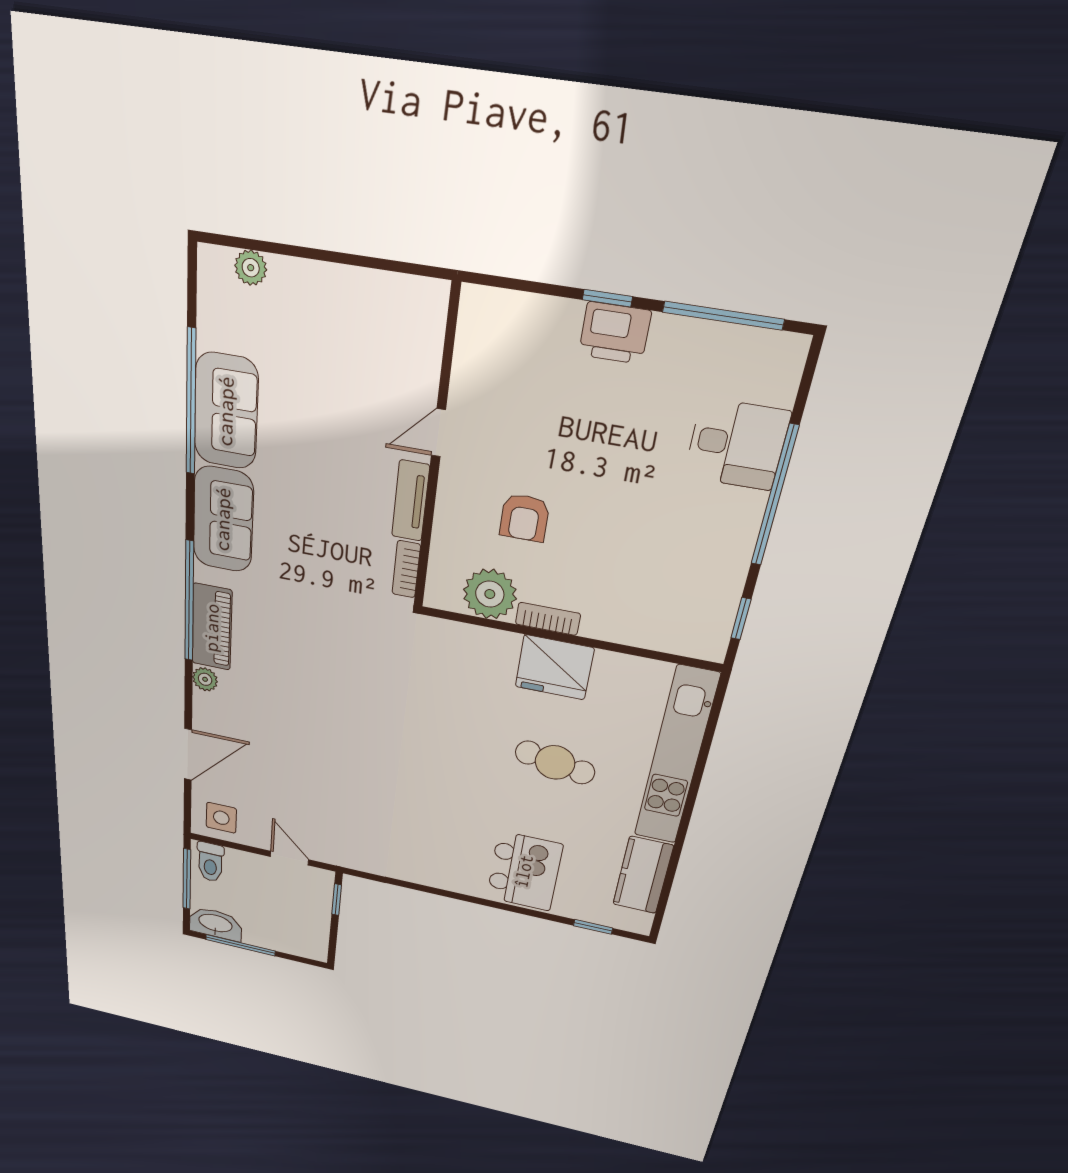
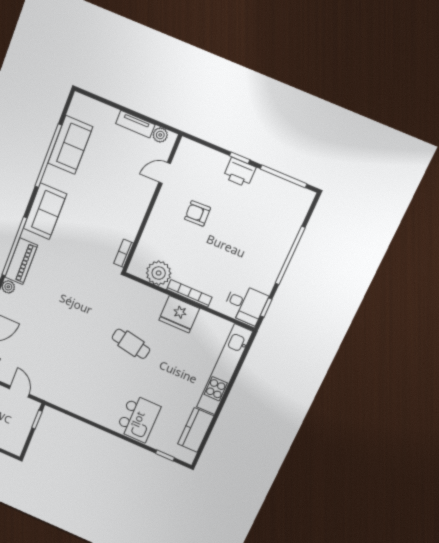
plant: (251, 268) -> (160, 135), moved
sofa: (226, 411) -> (70, 145), moved
door: (438, 433) -> (165, 173), moved
desk: (737, 444) -> (245, 304), moved
tv unit: (411, 501) -> (135, 124), moved, turned -90
armchair: (524, 518) -> (197, 213), moved, turned 88
bookcase: (548, 619) -> (189, 293), width x1.56
cafe table: (555, 762) -> (131, 344), moved

